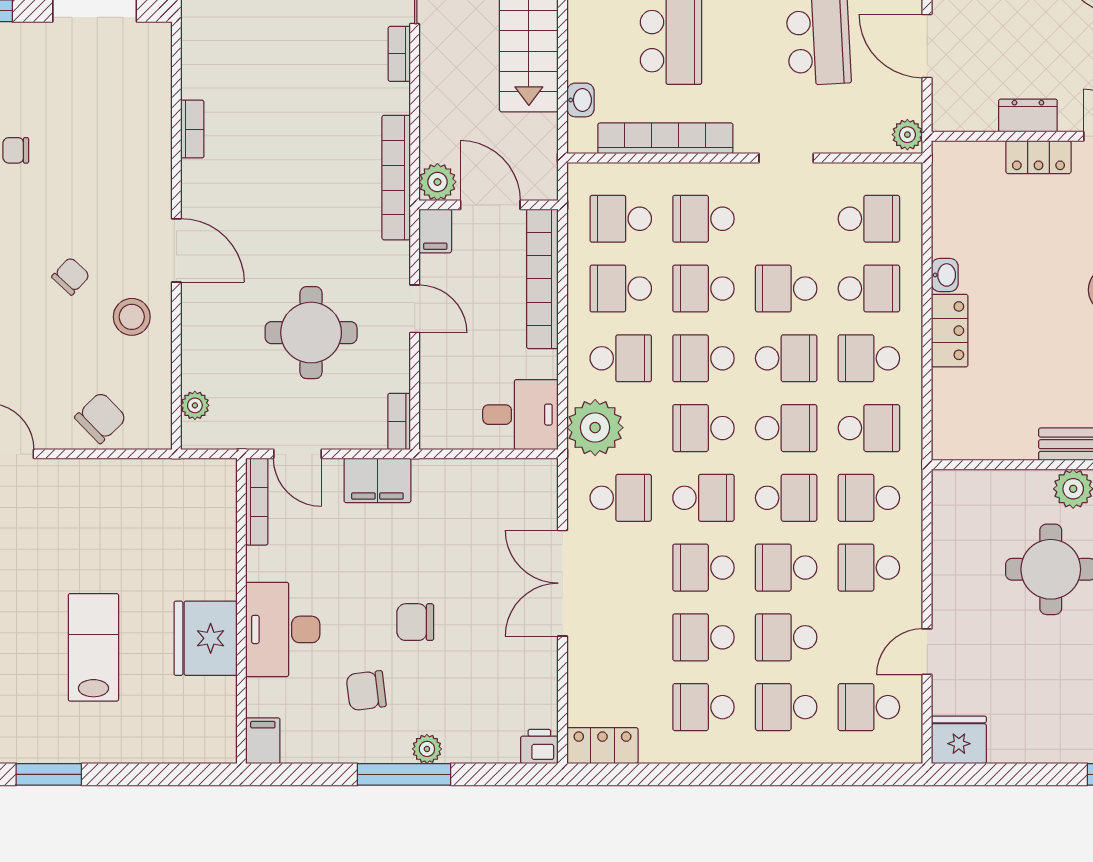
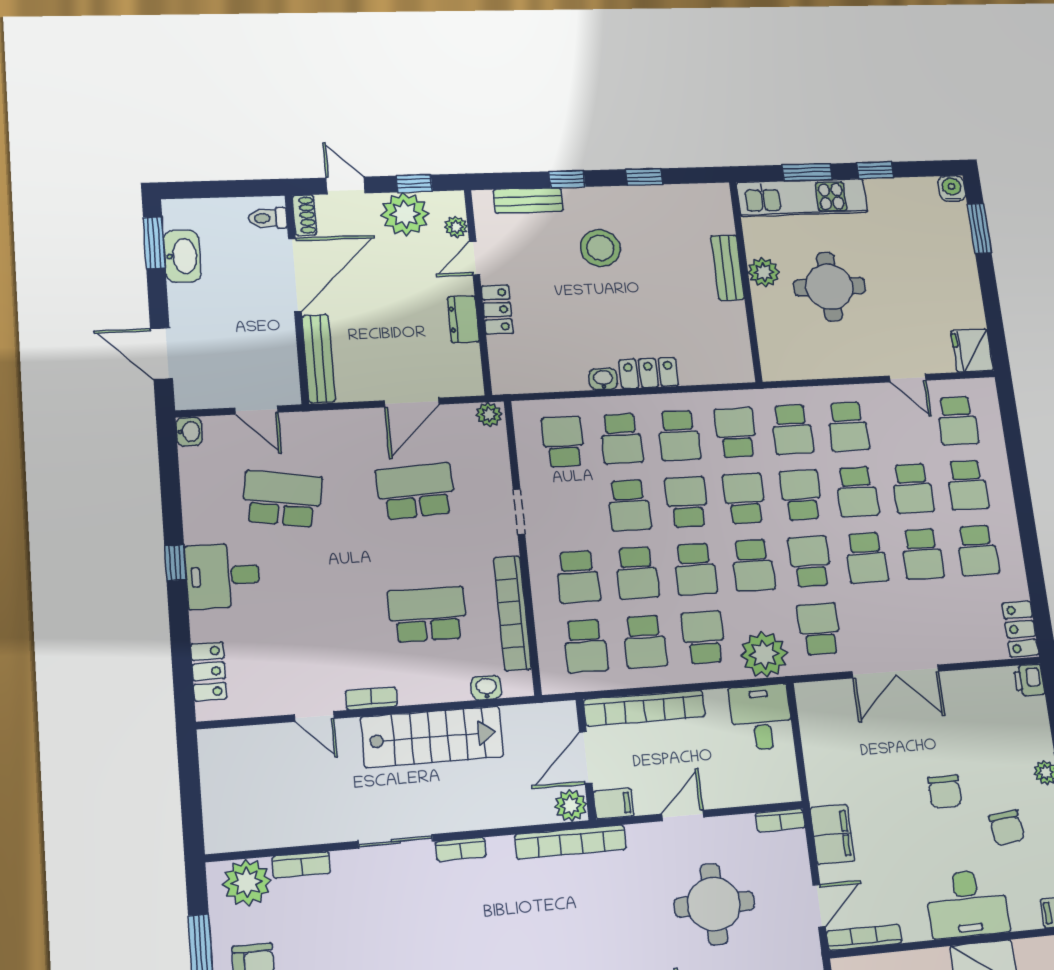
school desk: (869, 289) -> (621, 439), turned 180

